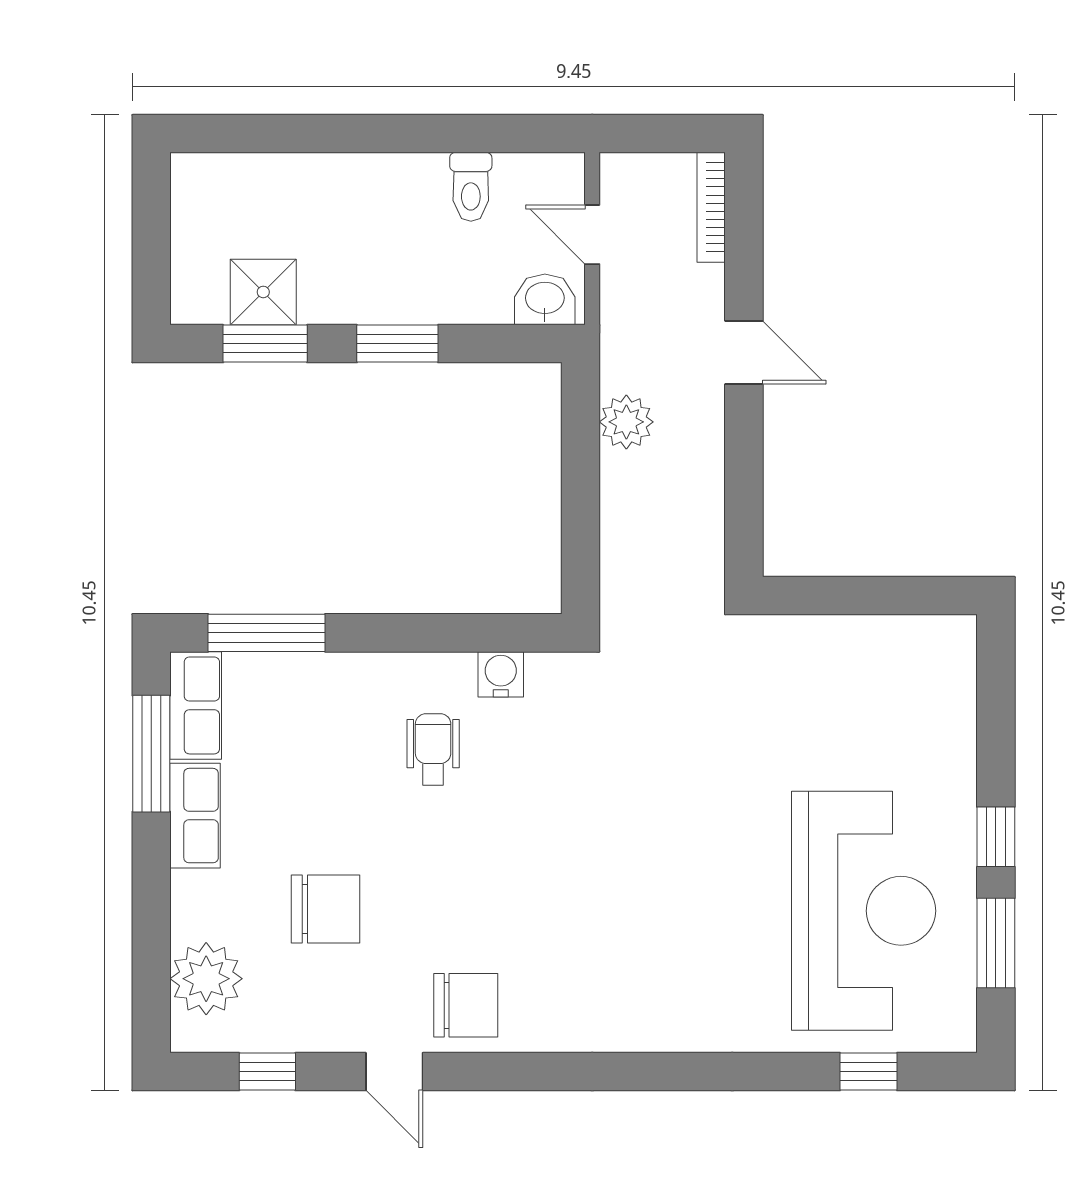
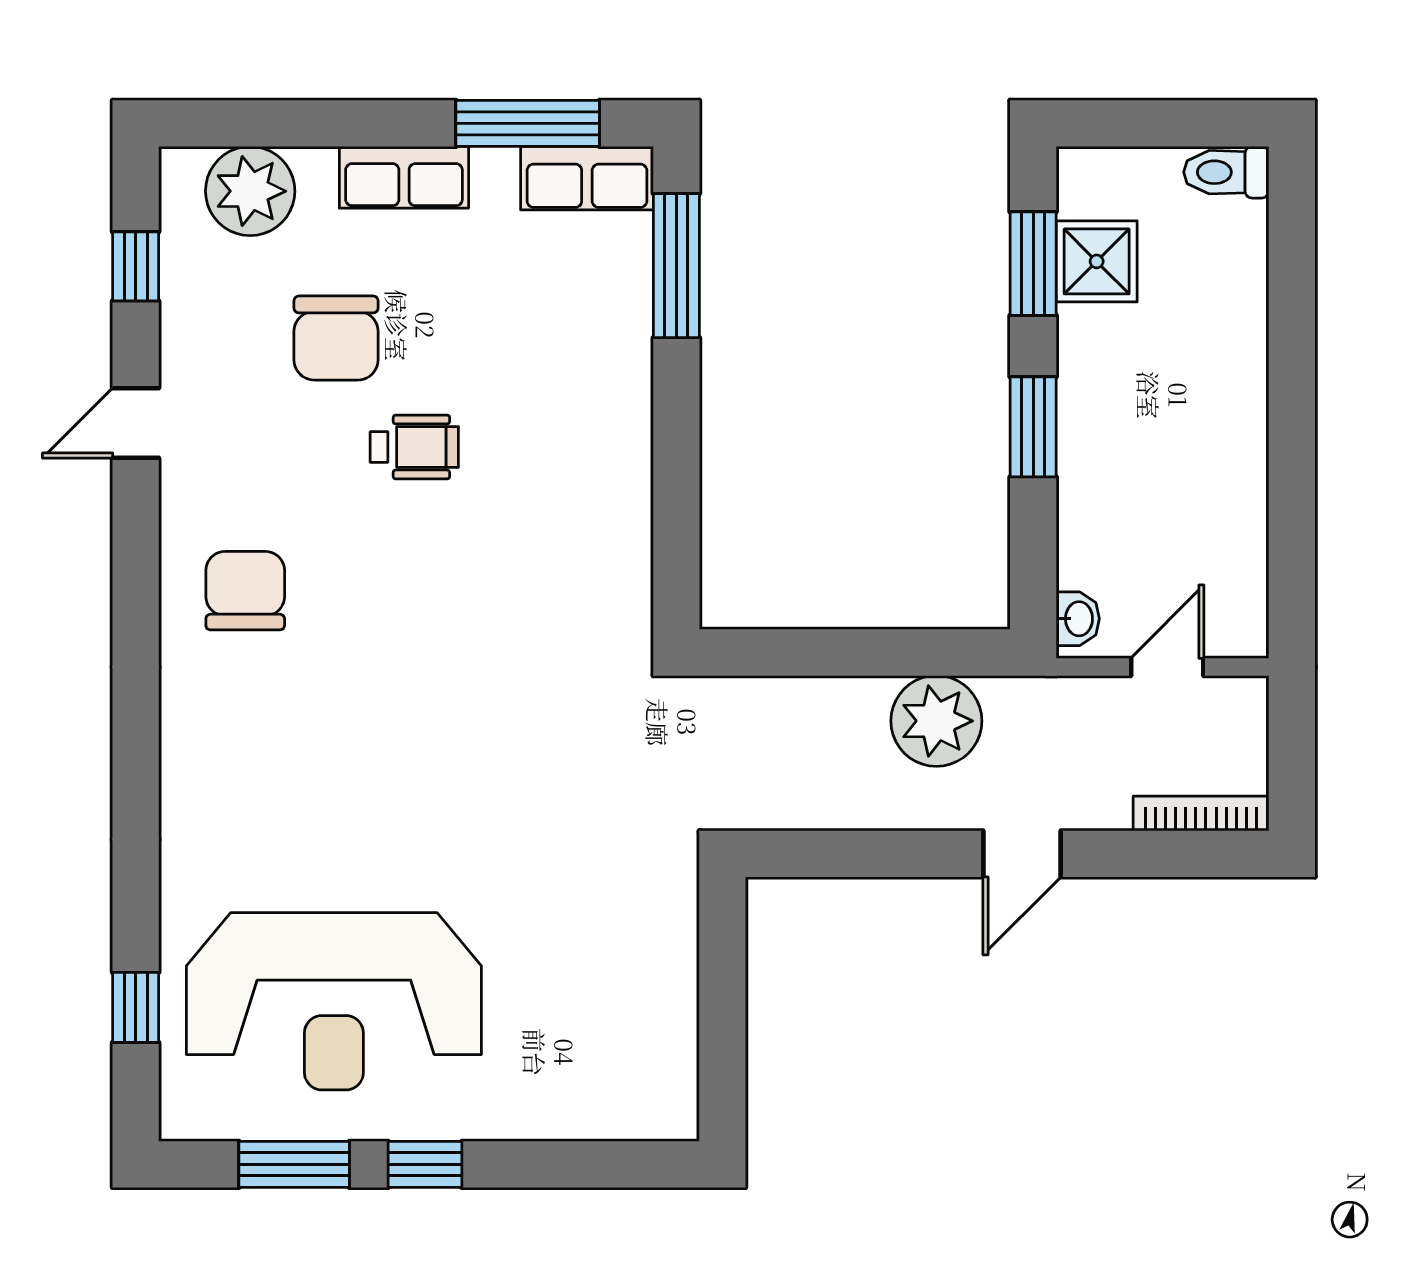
toilet: (471, 187) -> (1226, 172), moved
washbasin: (545, 299) -> (1078, 619), width x0.72, depth x0.69
plant: (626, 422) -> (936, 721), width x1.36, depth x1.36
water cooler: (501, 674) -> (625, 554), removed
wheelchair: (433, 749) -> (414, 447), moved
row of seats: (195, 816) -> (404, 177), moved
chair: (466, 1005) -> (245, 591), moved, turned 180

